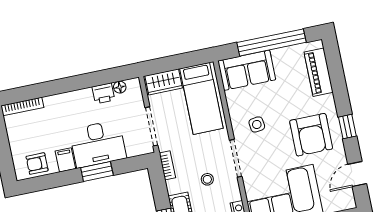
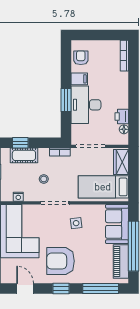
piano: (319, 72) -> (121, 262), moved, turned -90
window: (336, 74) -> (101, 289), added

